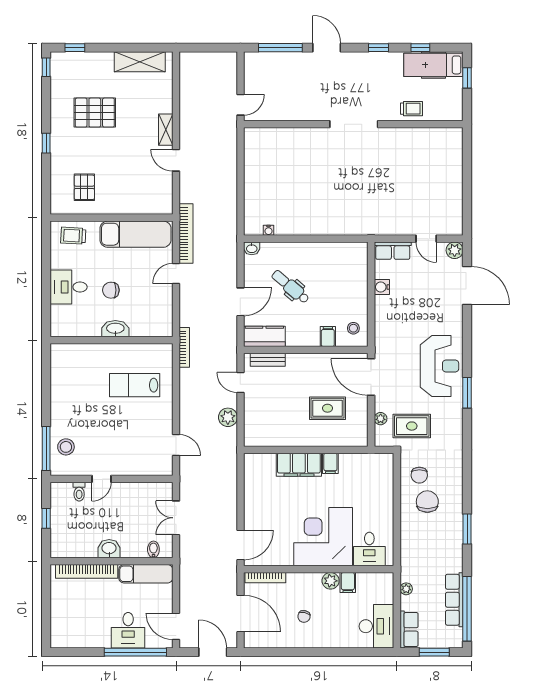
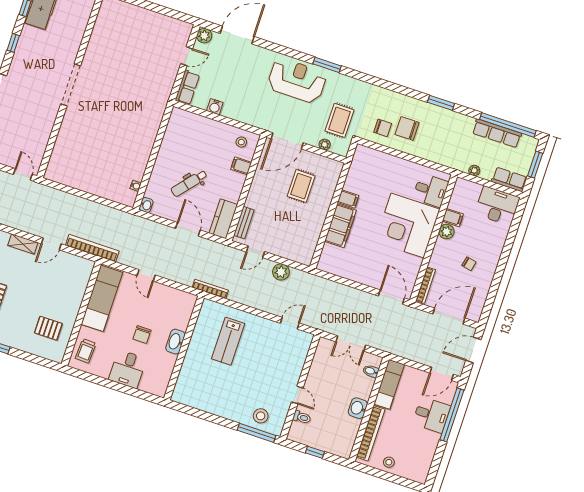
trolley: (411, 109) -> (74, 32), removed
bookcase: (186, 234) -> (92, 248), moved
stool: (62, 601) -> (389, 462), added

